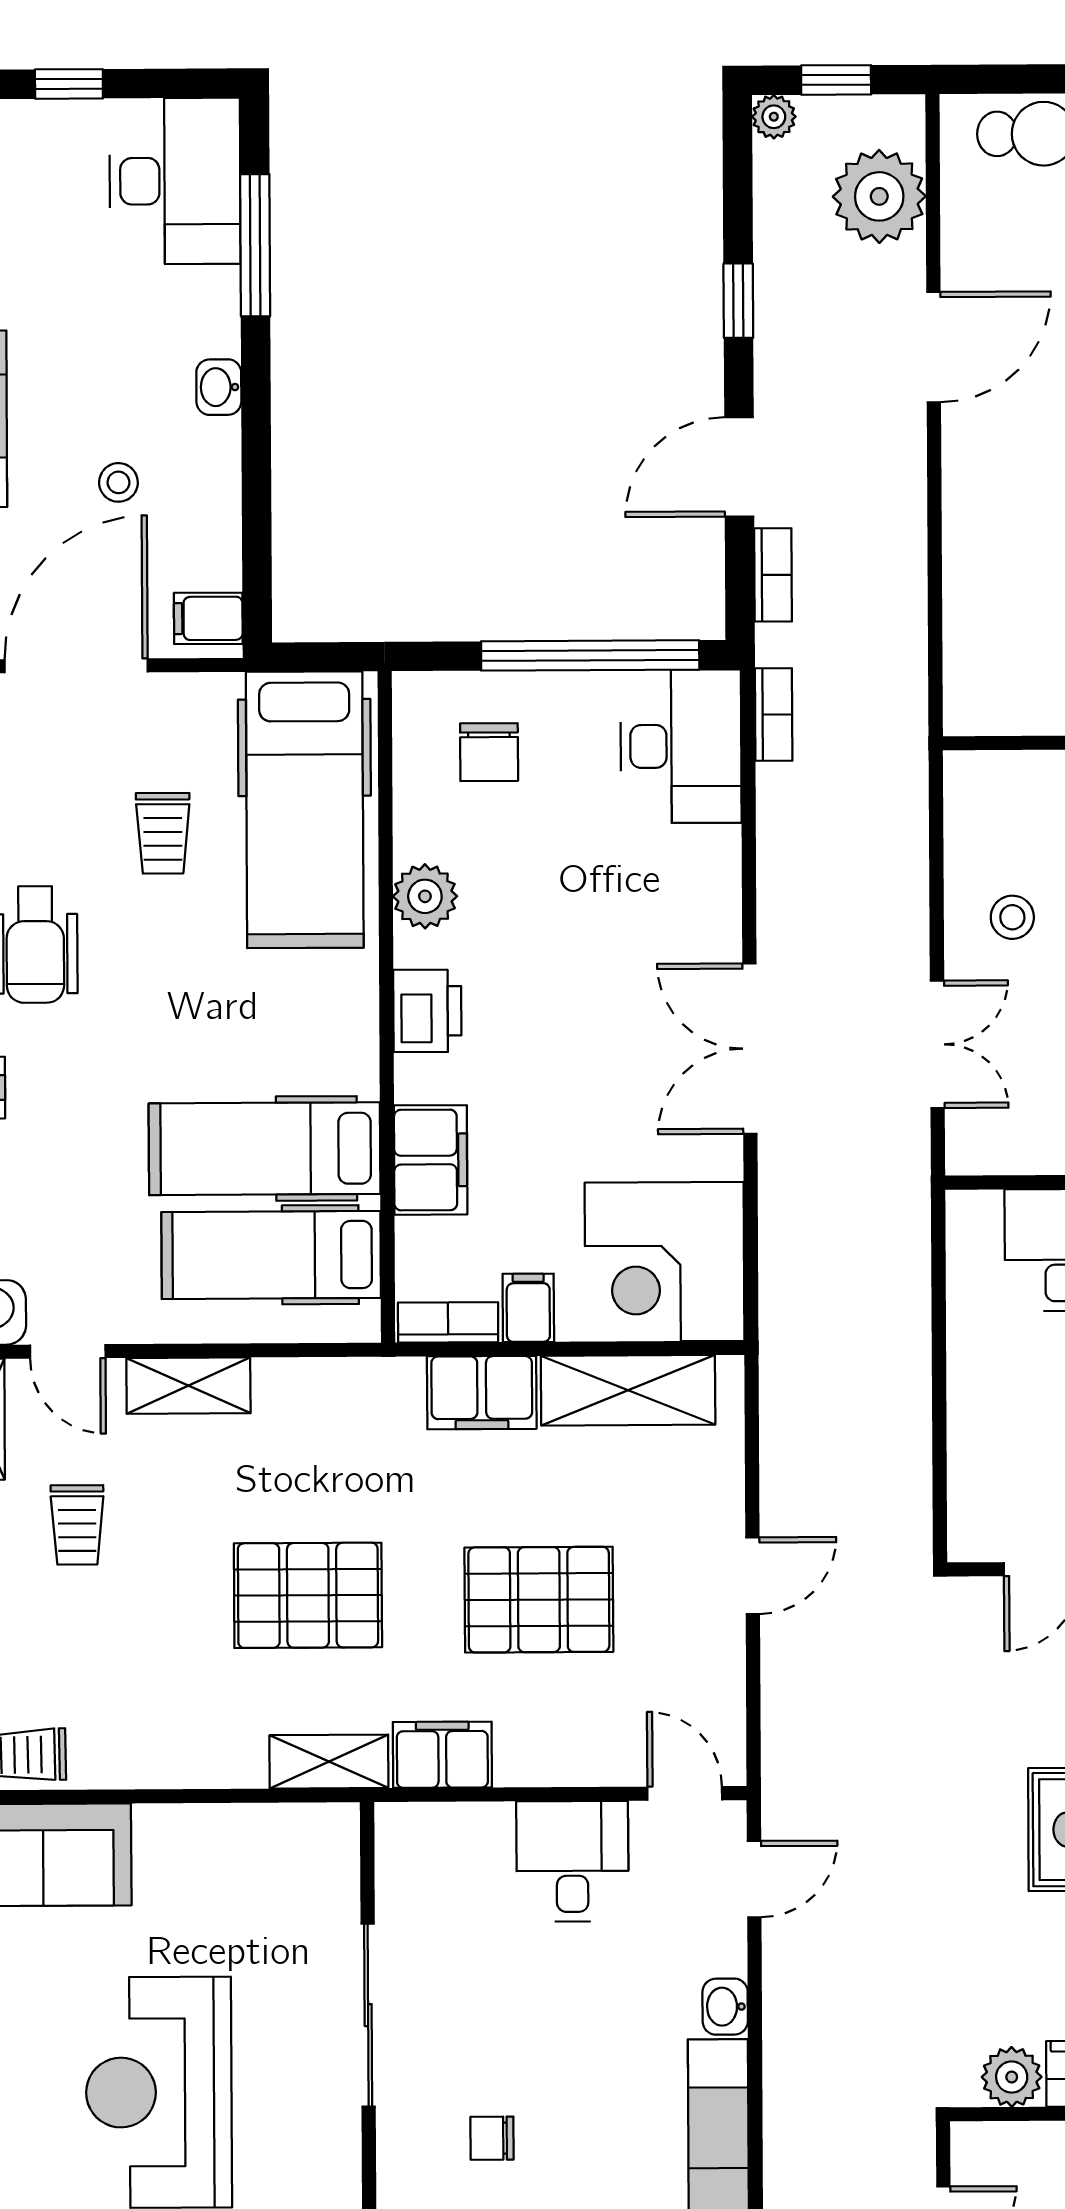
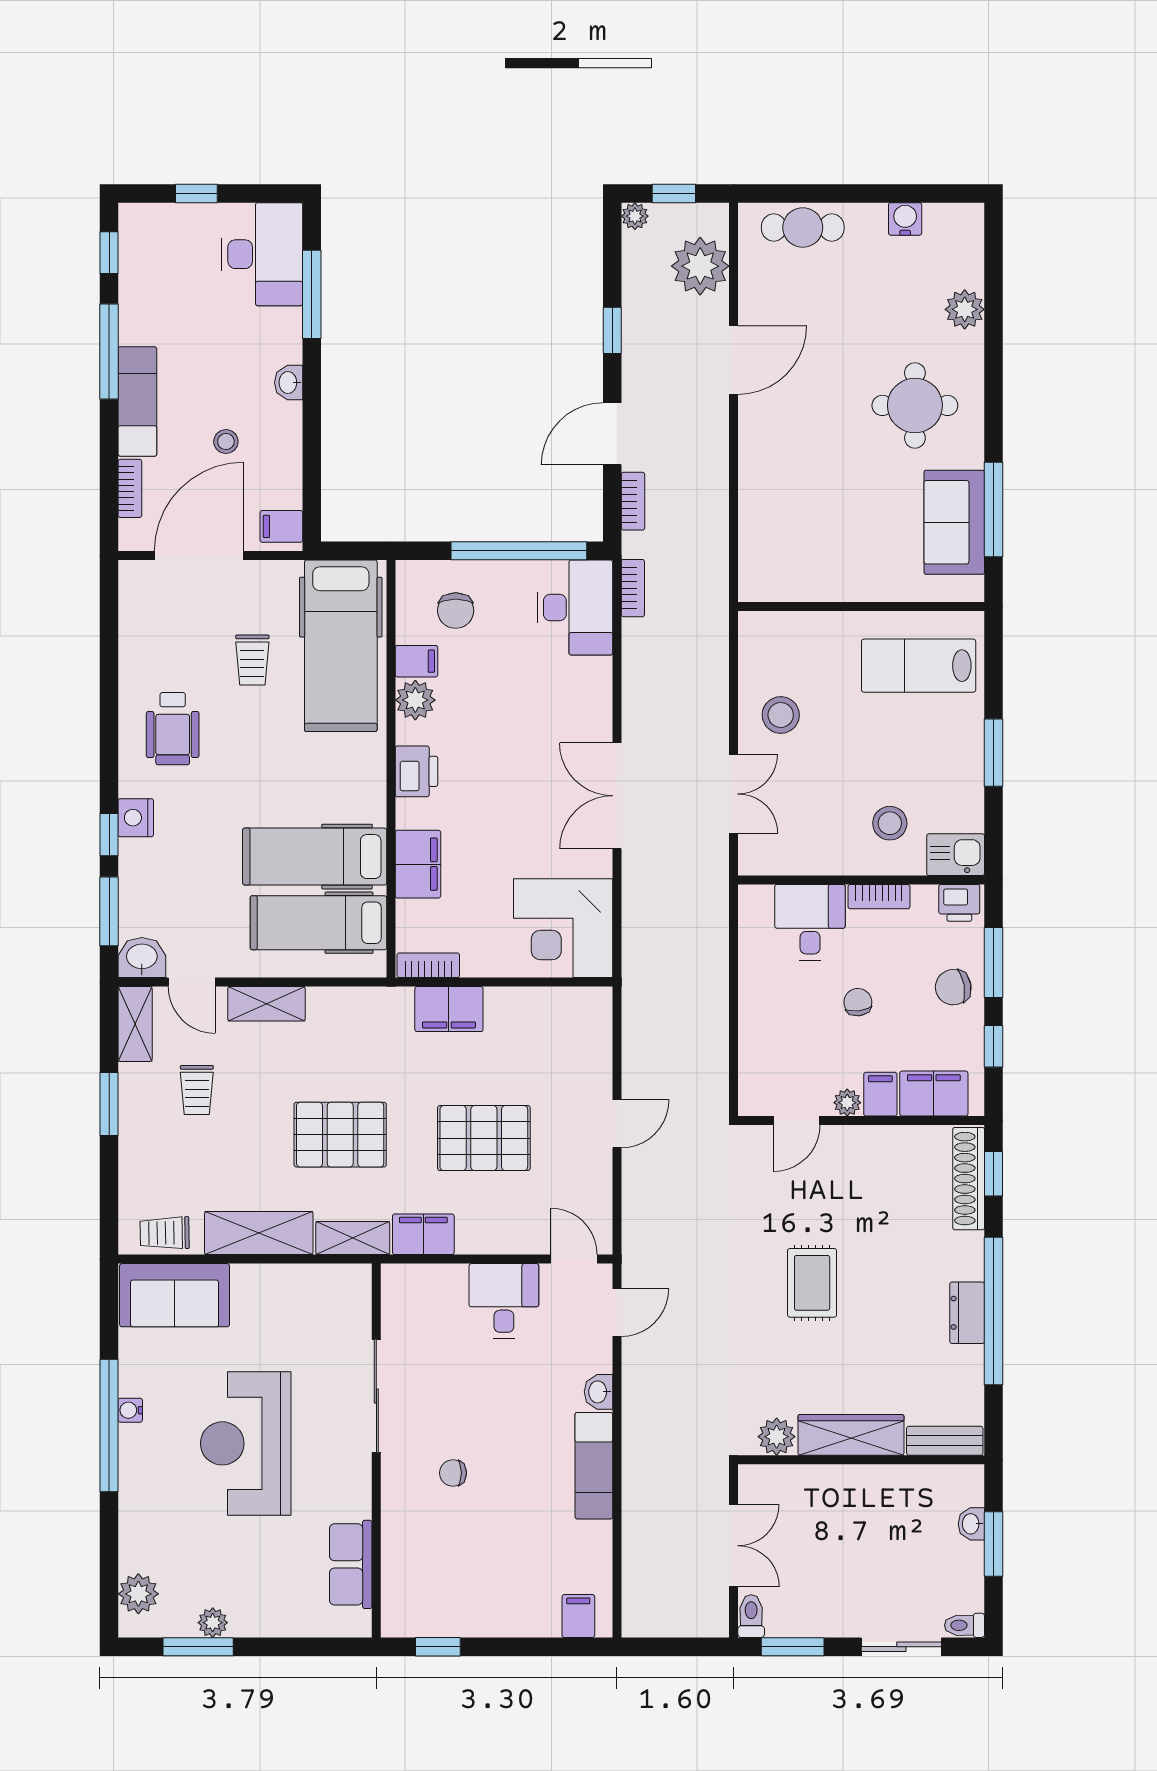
stool: (1012, 917) -> (781, 715), width x1.37, depth x1.37
filing cabinet: (528, 1308) -> (416, 661), moved, turned 90
shelving: (628, 1390) -> (259, 1233), moved

